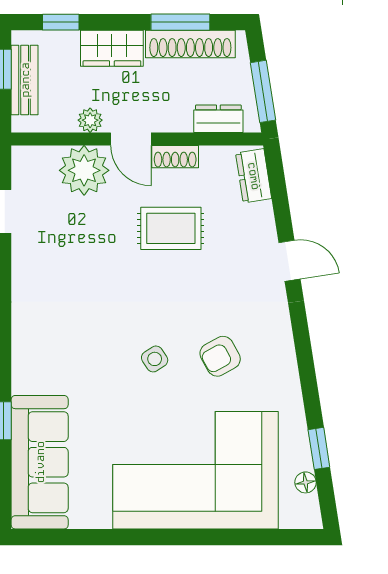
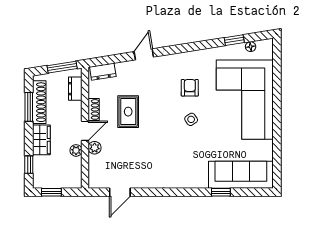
bench: (25, 80) -> (57, 182), removed
plant: (84, 170) -> (95, 148), width x0.53, depth x0.53
armchair: (220, 356) -> (190, 88), turned -151

